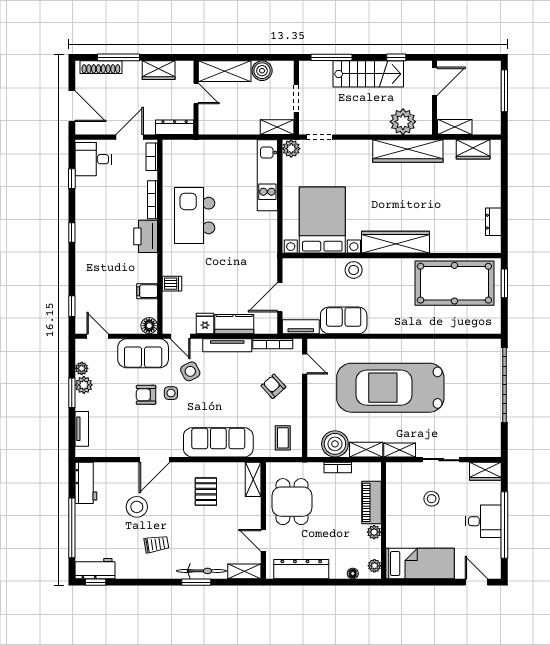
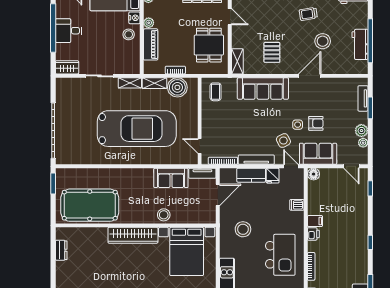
printer: (146, 236) -> (313, 234), width x0.53, depth x0.68
stool: (245, 250) -> (243, 229), added
window: (504, 283) -> (53, 183), moved
filing cabinet: (147, 291) -> (315, 221), moved
armchair: (273, 386) -> (222, 130), removed
window: (72, 393) -> (370, 108), moved
workbench: (86, 483) -> (360, 44), moved
stool: (432, 499) -> (129, 34), moved
window: (72, 528) -> (370, 41), moved
nightstand: (393, 539) -> (134, 18), added

